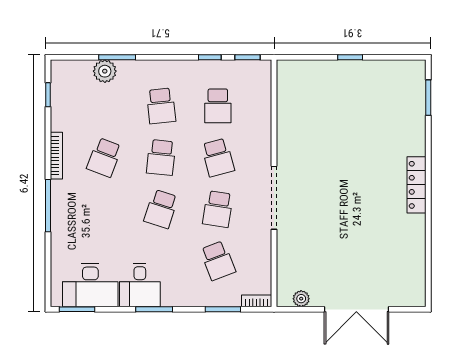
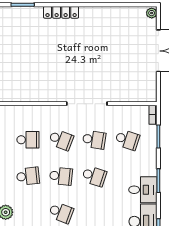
school desk: (218, 157) -> (61, 140), turned 36
locker: (416, 185) -> (61, 12), moved
school desk: (218, 261) -> (127, 140), turned 39
plant: (301, 299) -> (152, 13), moved

